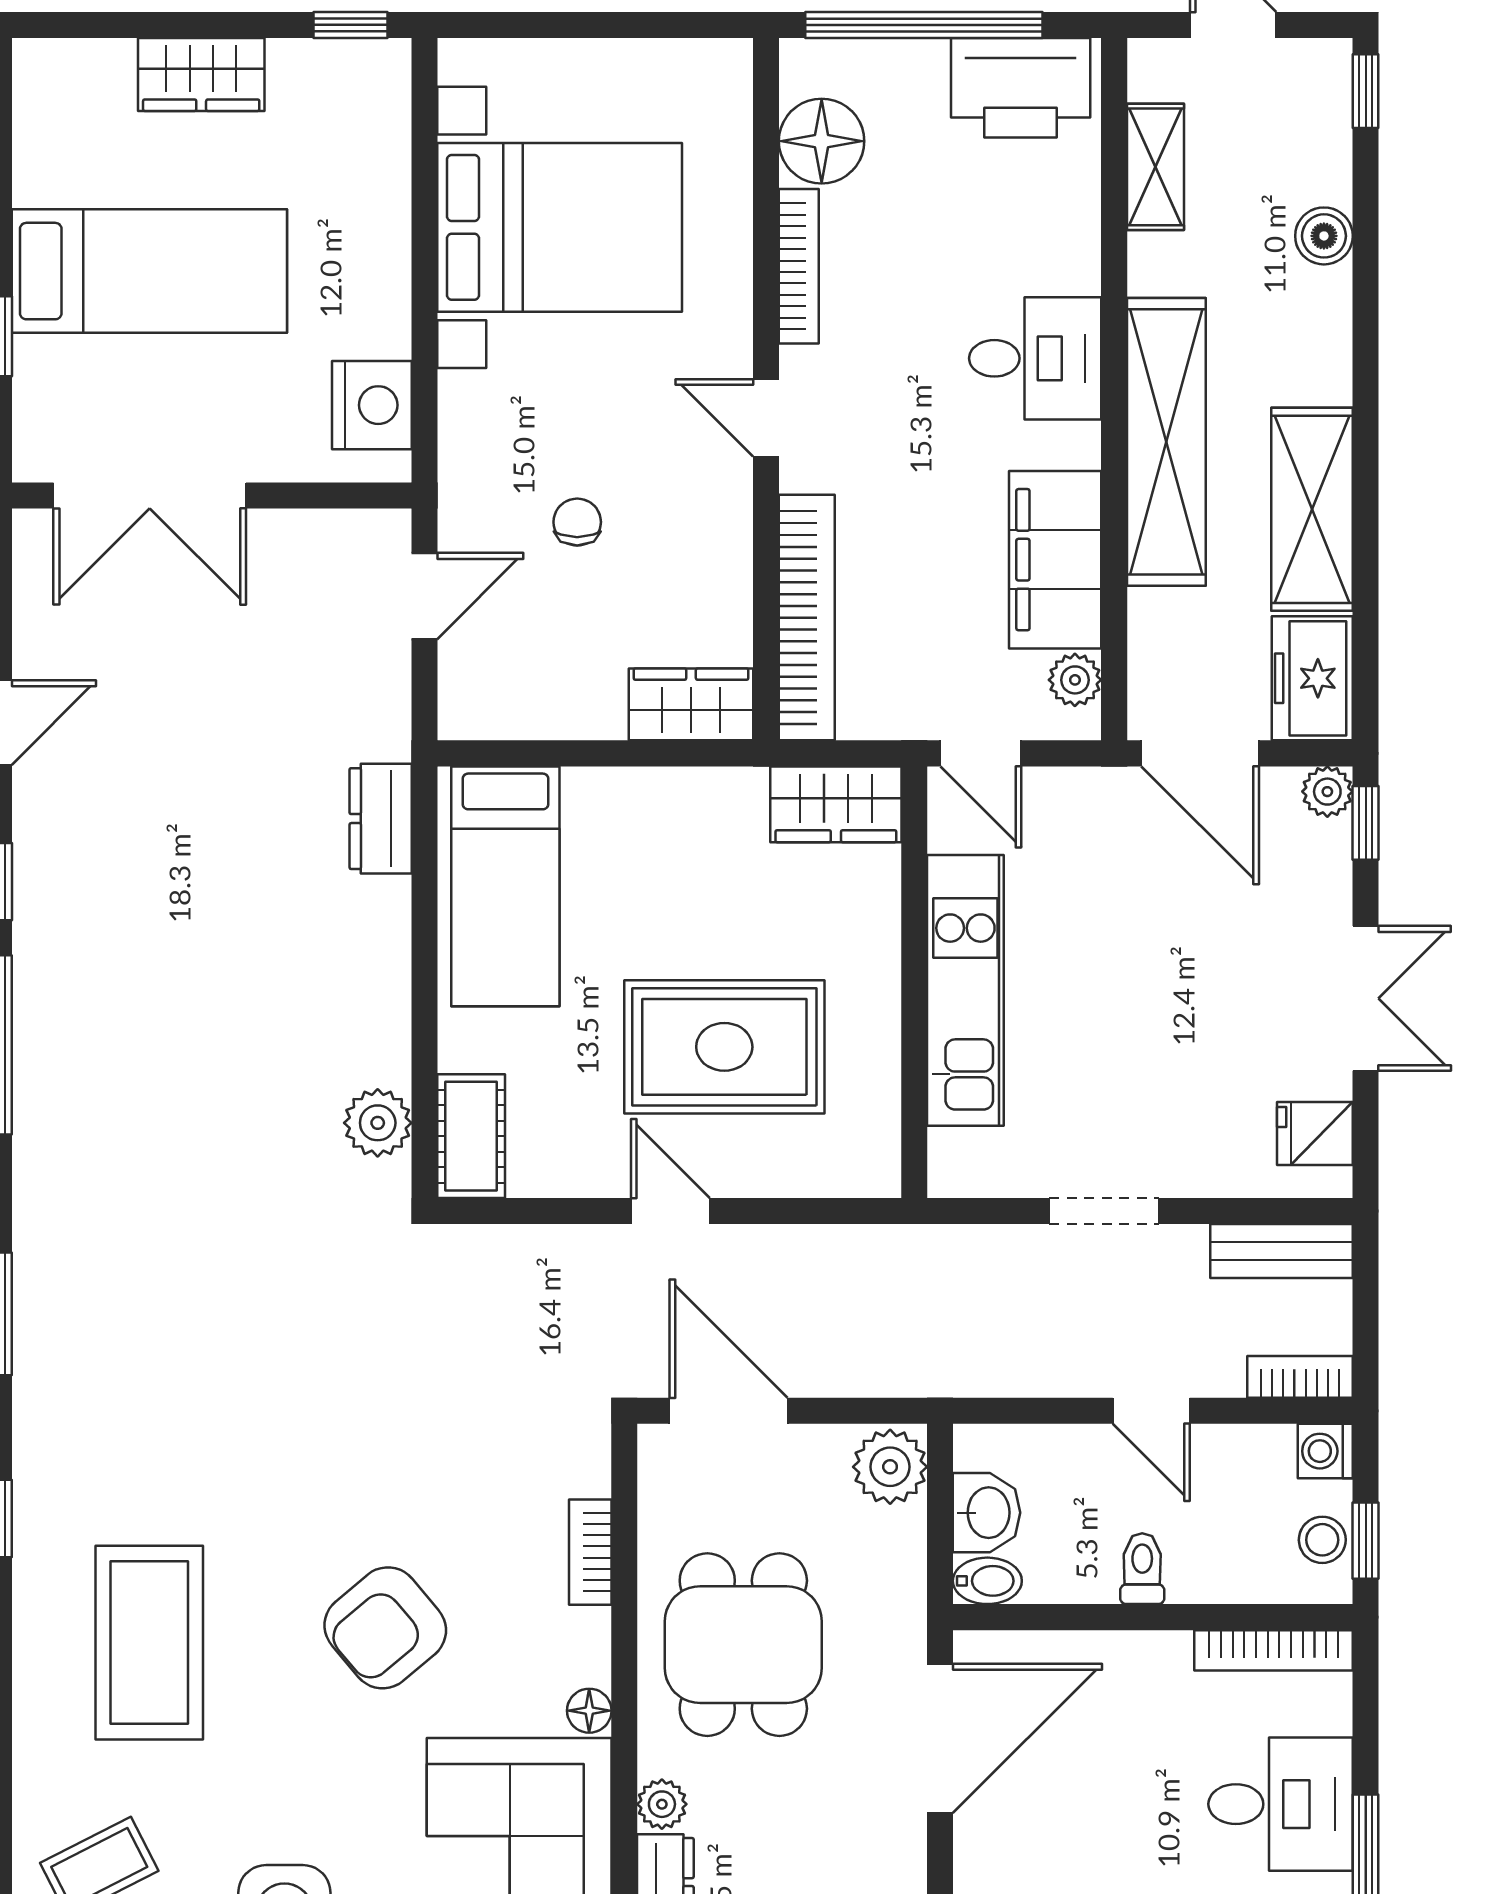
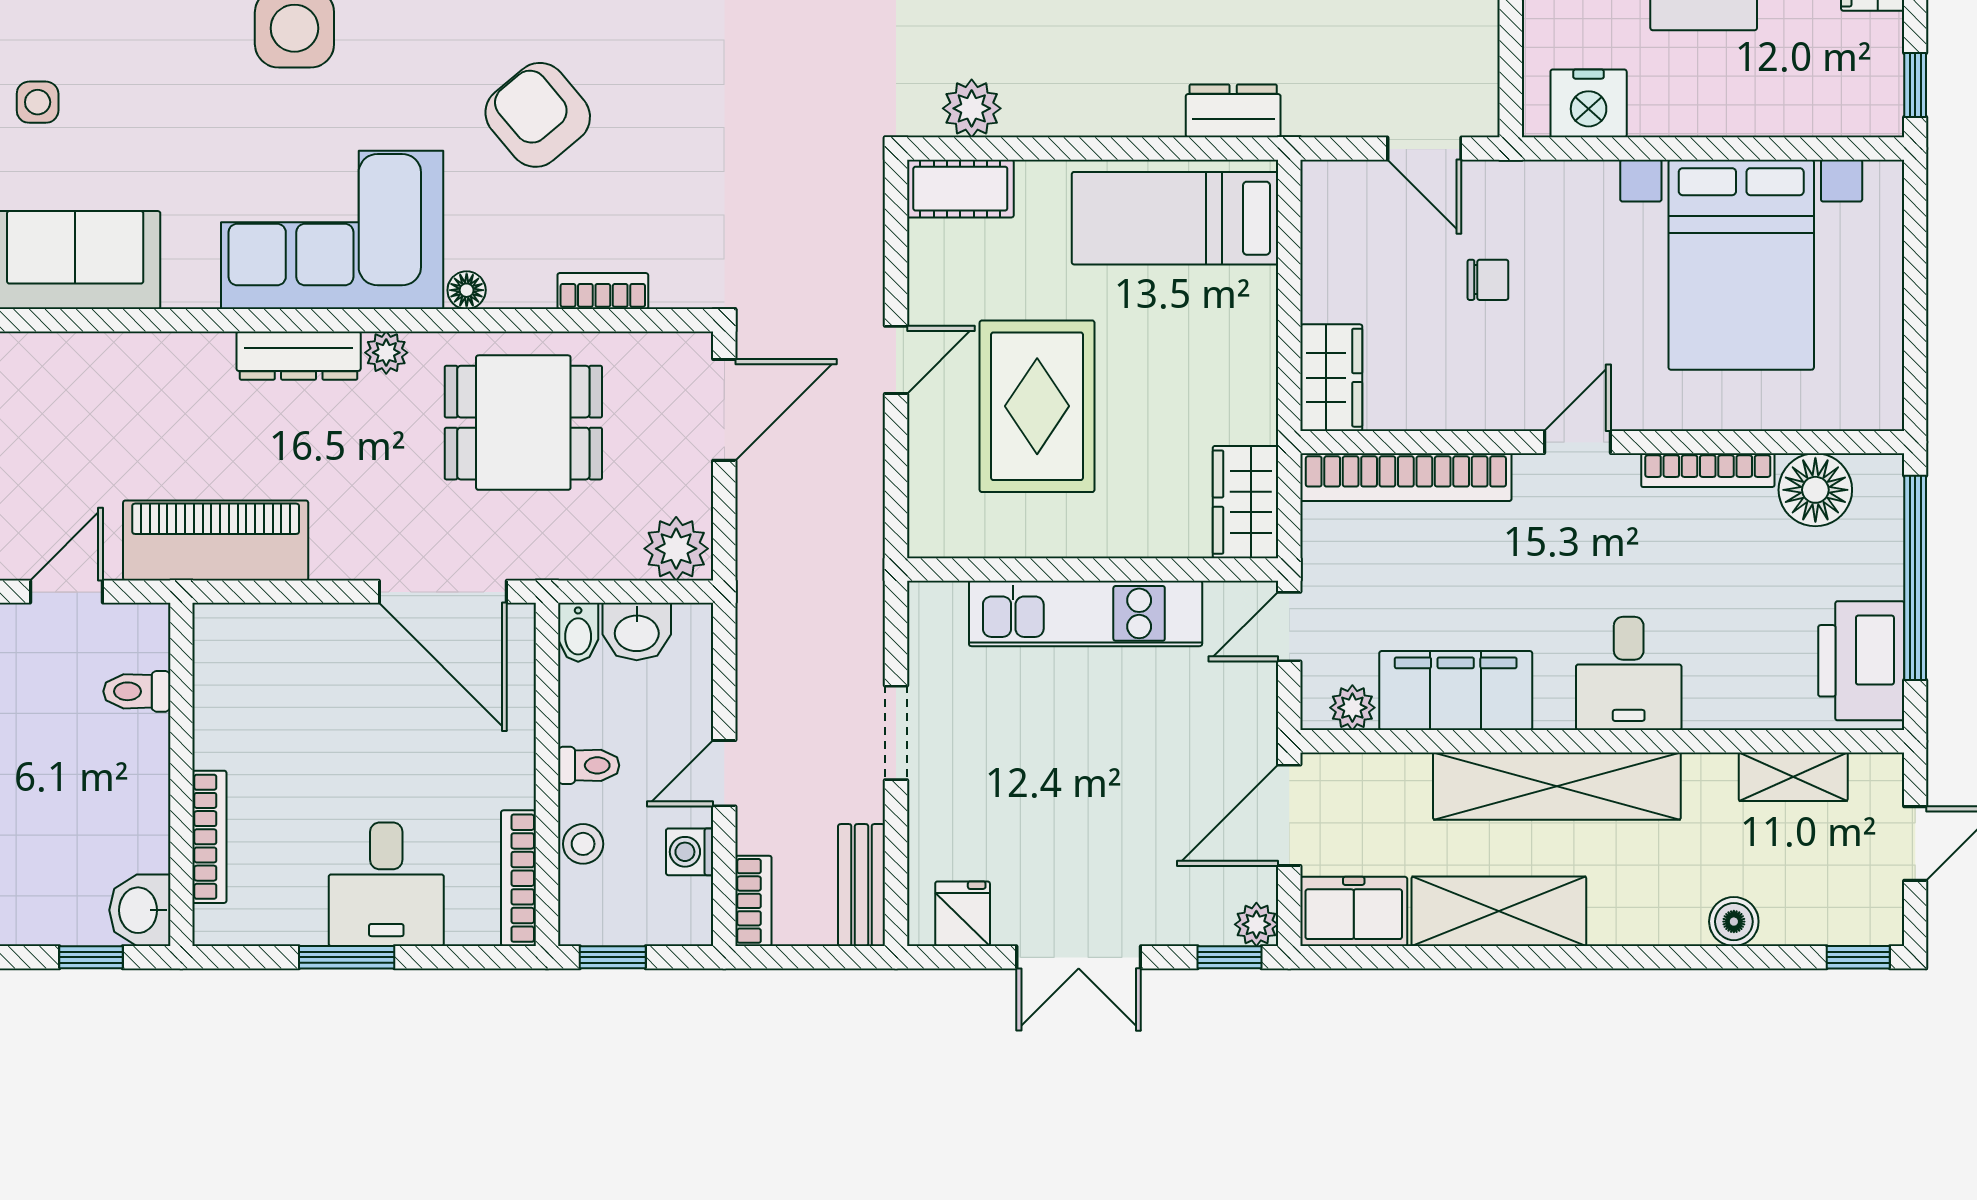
washing machine: (1325, 1451) -> (690, 852), moved, turned -90
stool: (1322, 1540) -> (583, 844), moved

